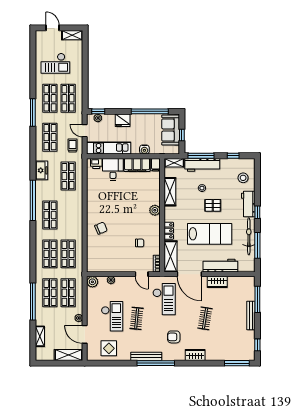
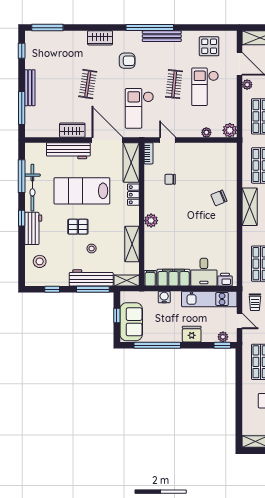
shelving: (77, 221) -> (250, 207), added

